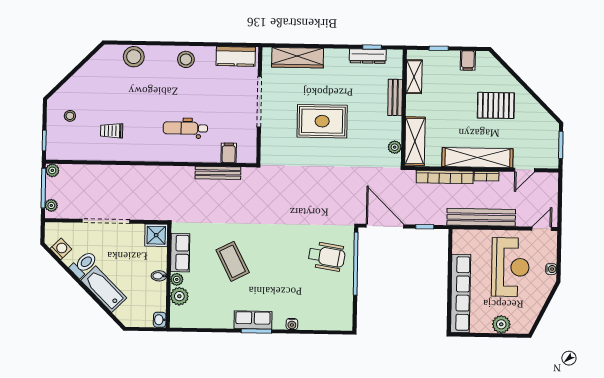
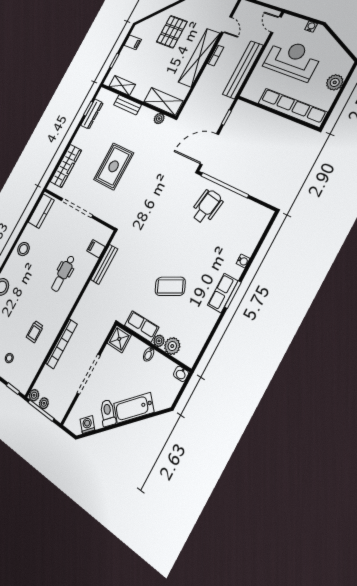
bookcase: (445, 177) -> (61, 344), moved
plant: (51, 205) -> (44, 403), moved

